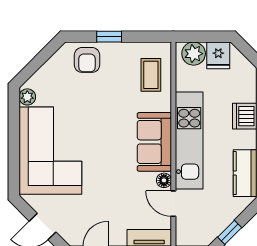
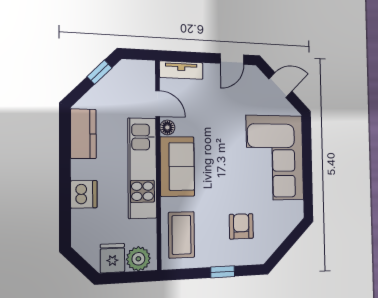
armchair: (87, 60) -> (241, 226), moved
coffee table: (151, 75) -> (181, 235), width x1.36, depth x1.30
plant: (27, 97) -> (296, 209), removed

